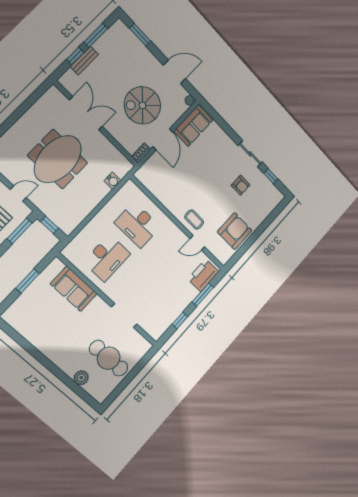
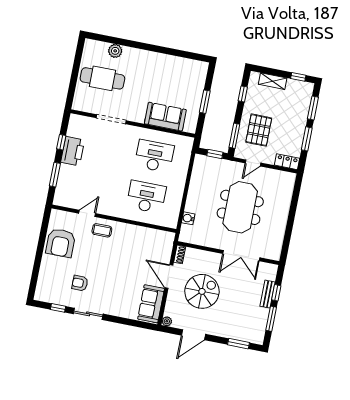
desk: (107, 258) -> (154, 156), turned 90
printer: (203, 275) -> (73, 151), moved

